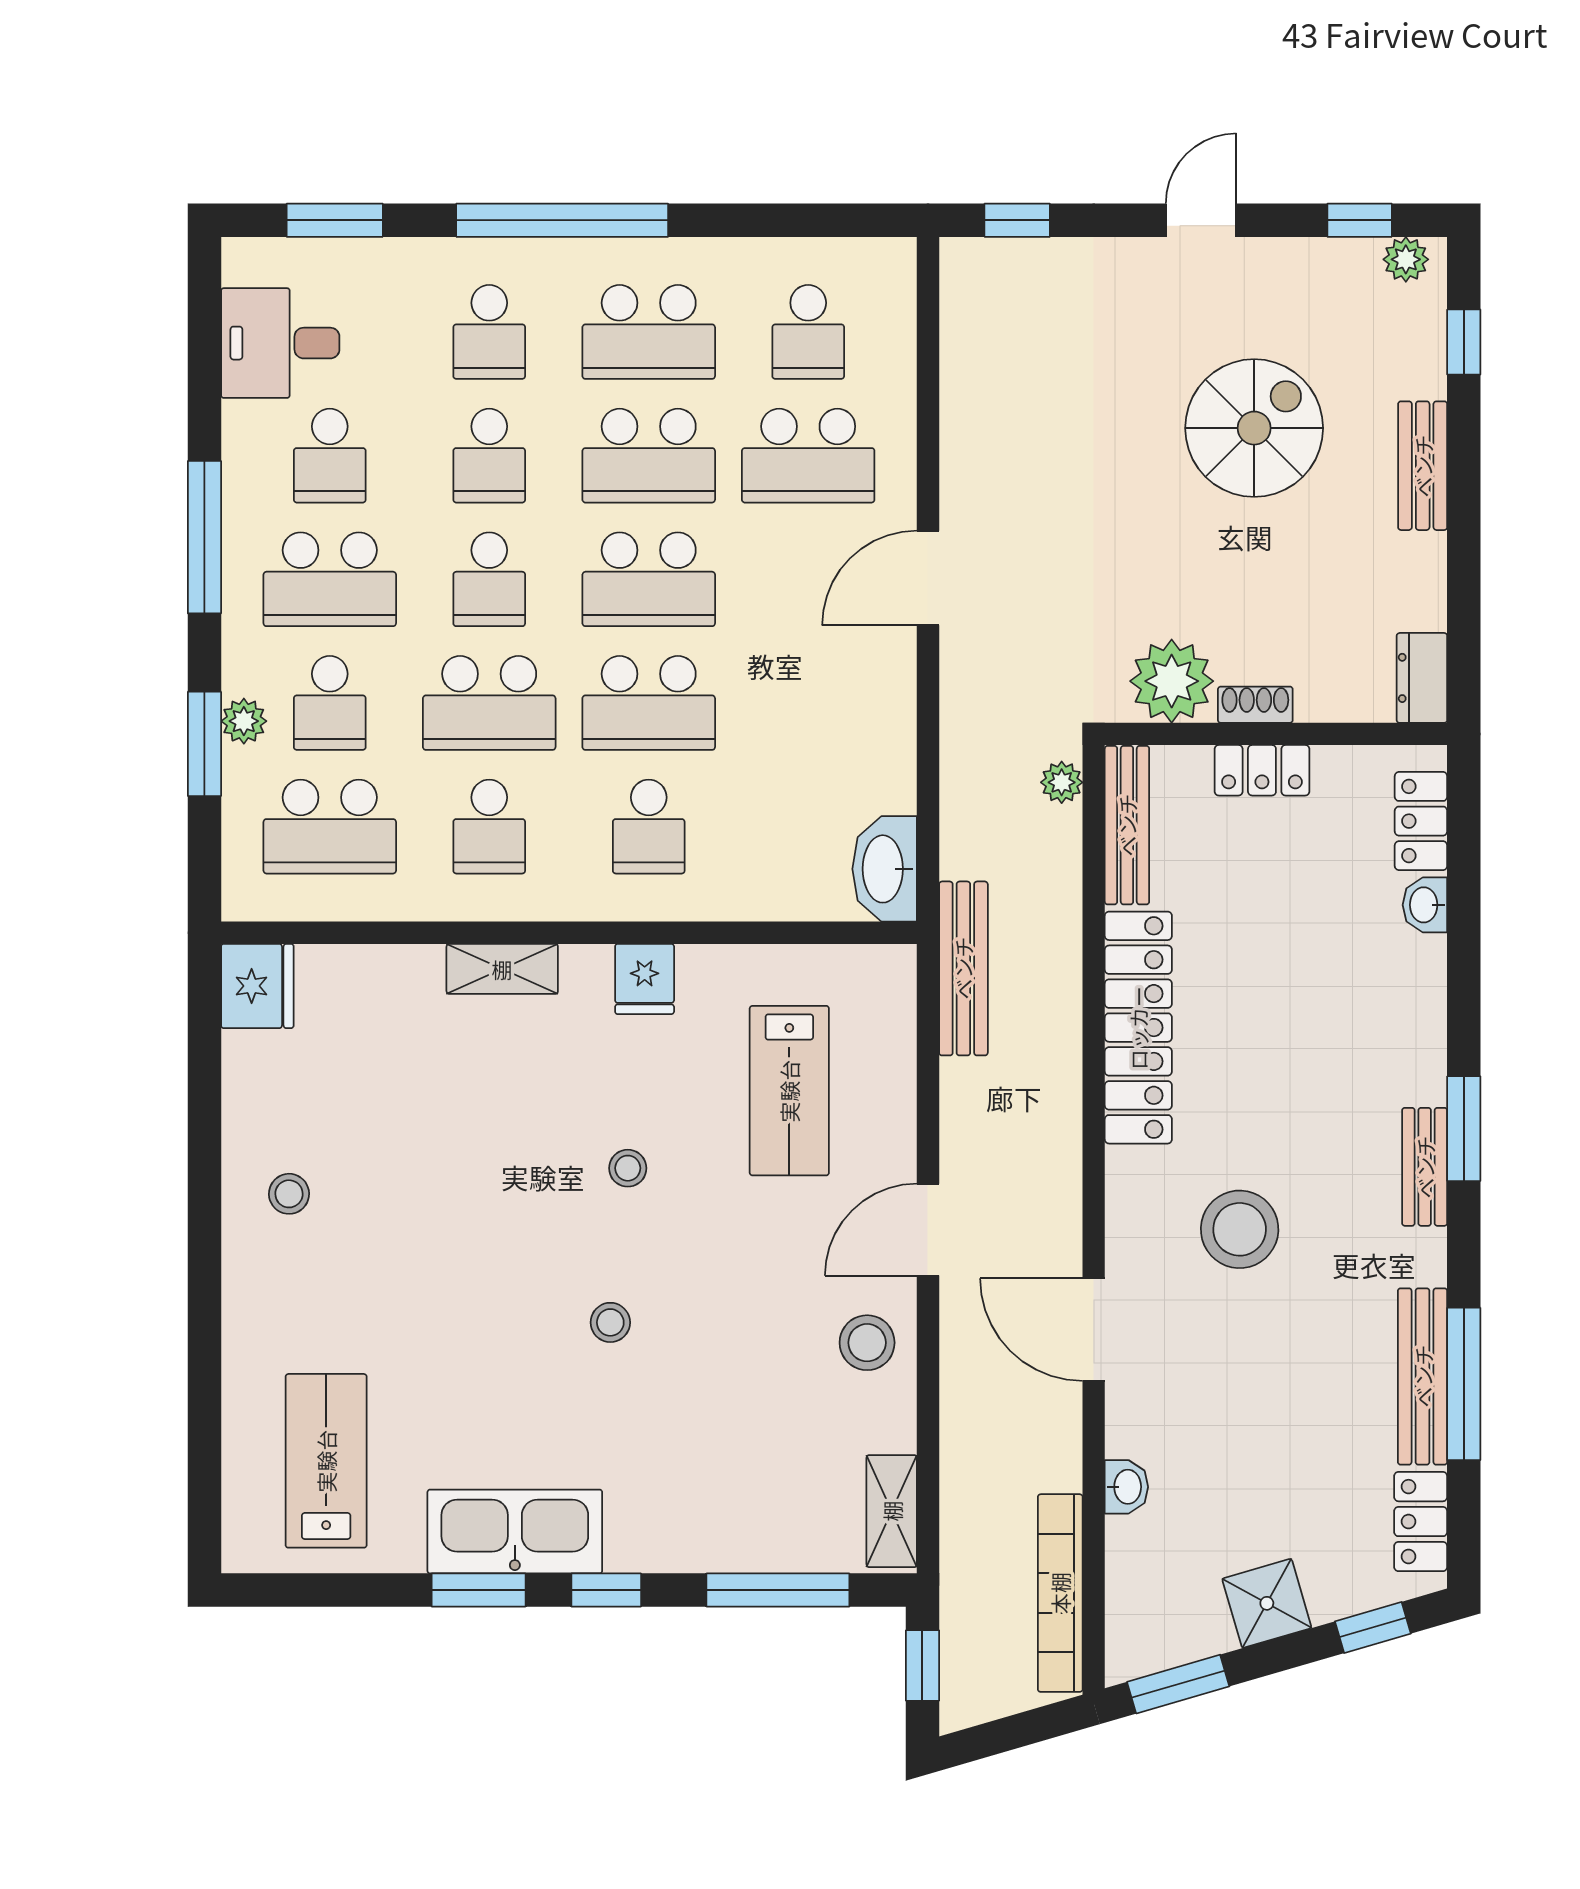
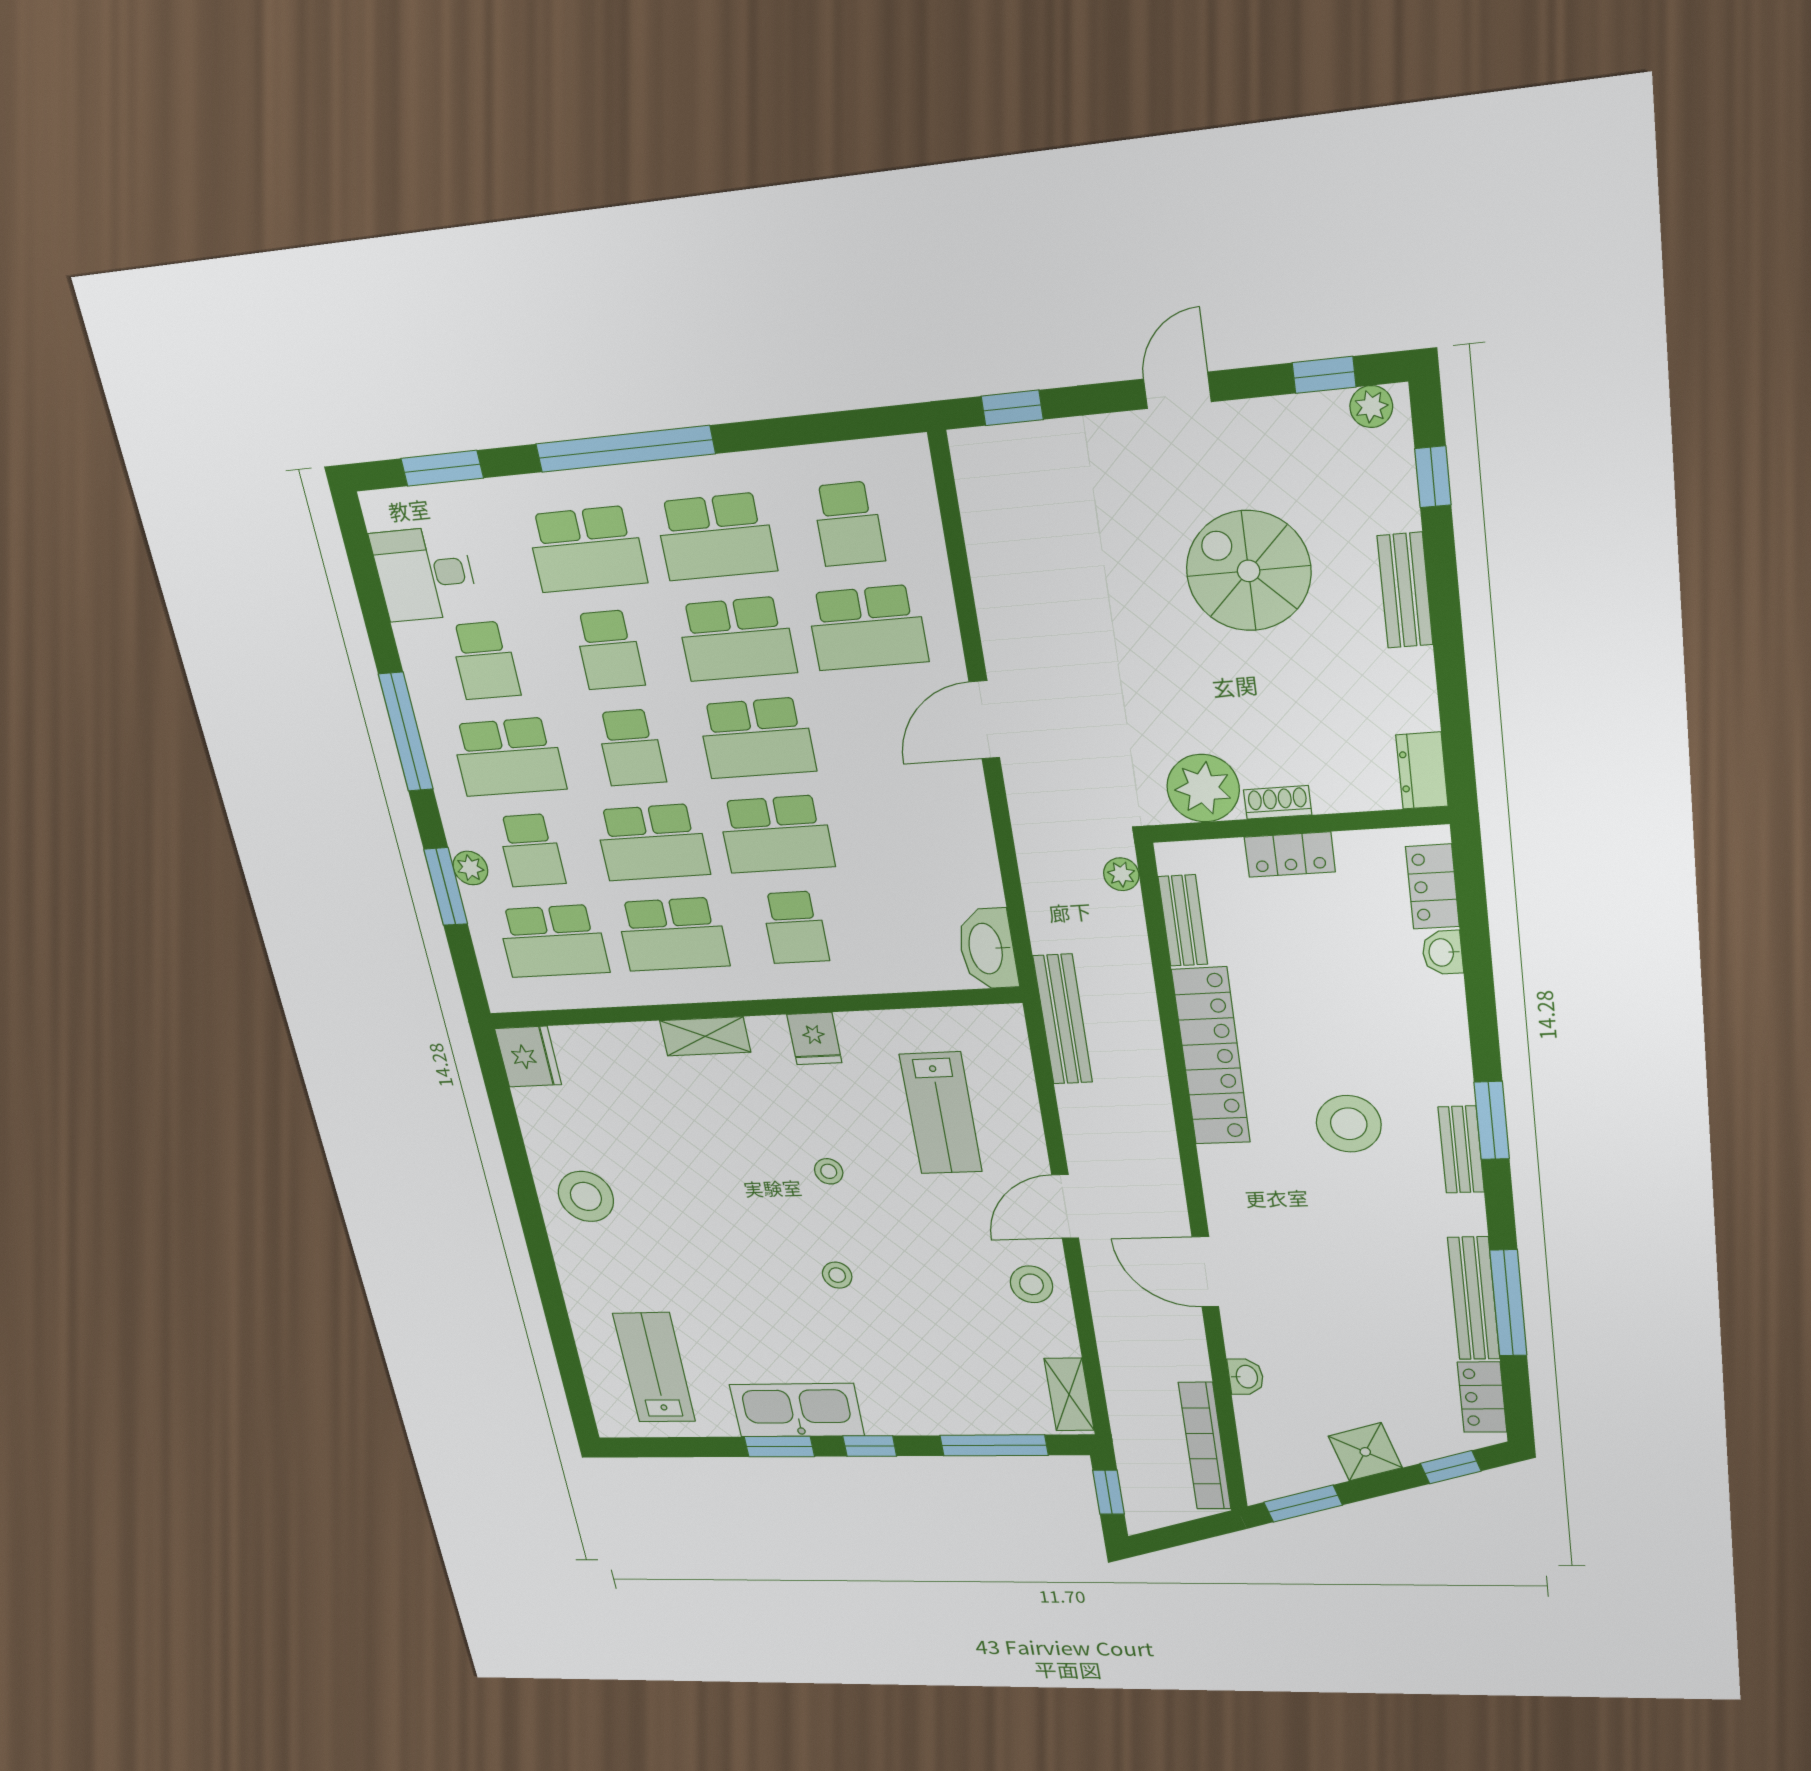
school desk: (489, 332) -> (587, 549), width x1.85
spiral stairs: (1254, 428) -> (1249, 571), turned -90
bench: (1127, 825) -> (1183, 921), width x0.73
school desk: (489, 827) -> (673, 934), width x1.85
stool: (289, 1194) -> (586, 1196), width x1.89, depth x1.89
stool: (1240, 1229) -> (1349, 1124), moved

